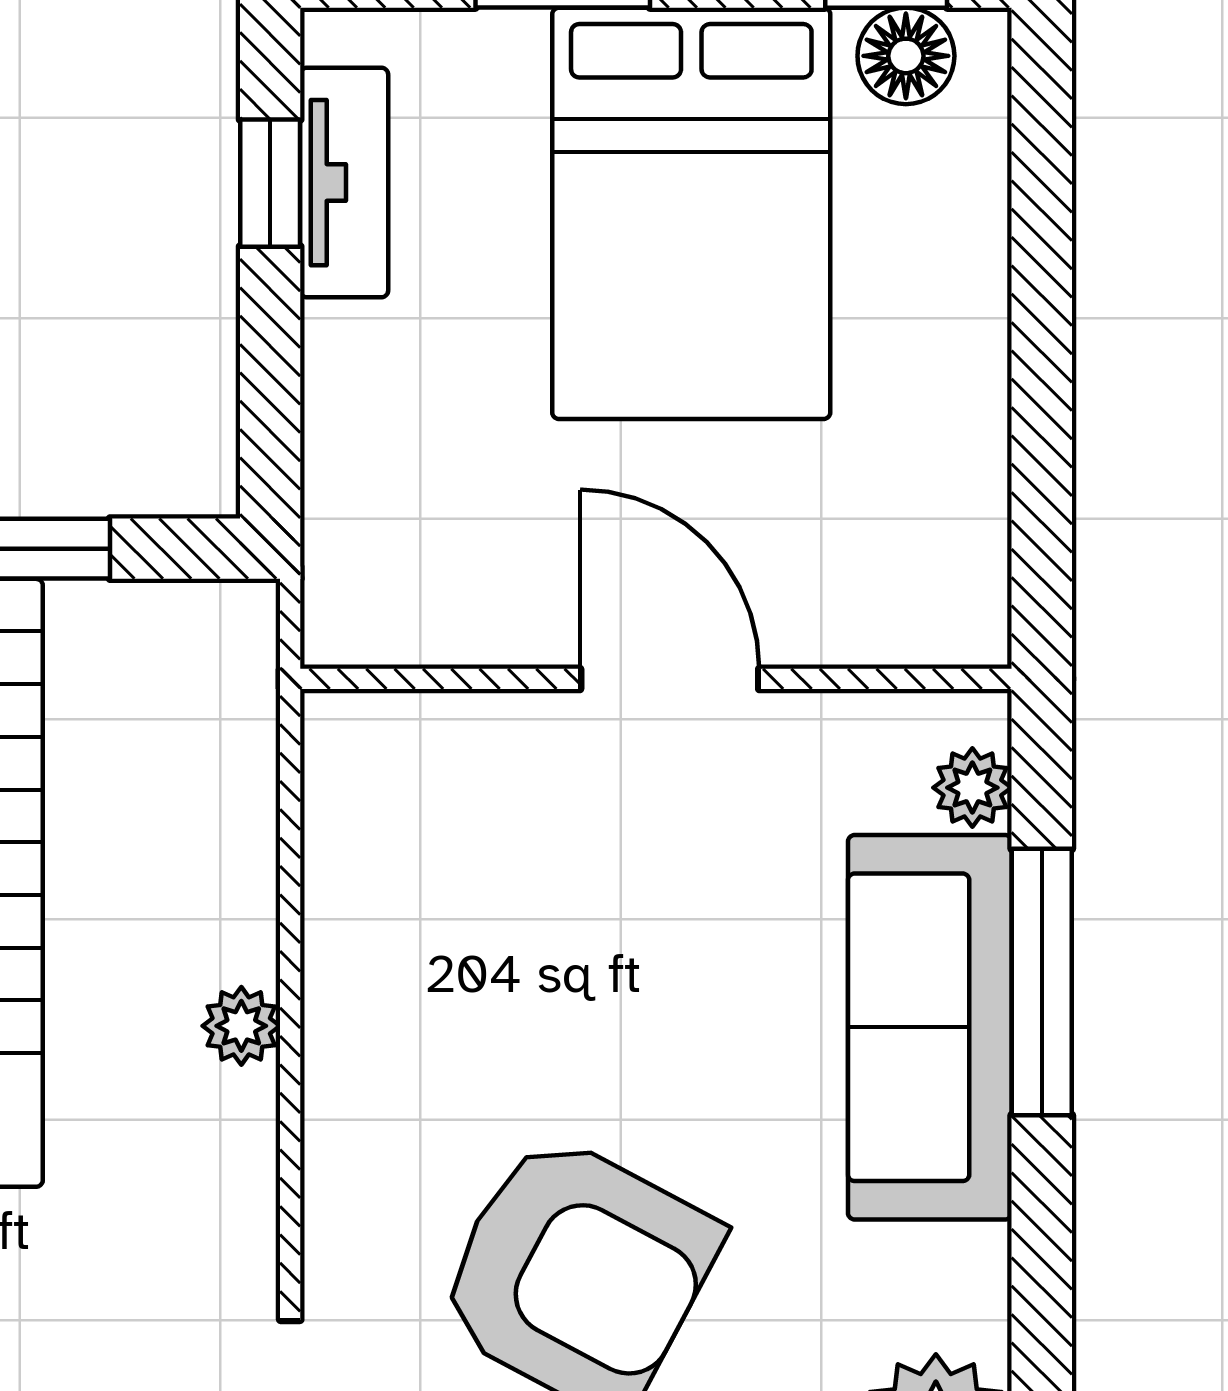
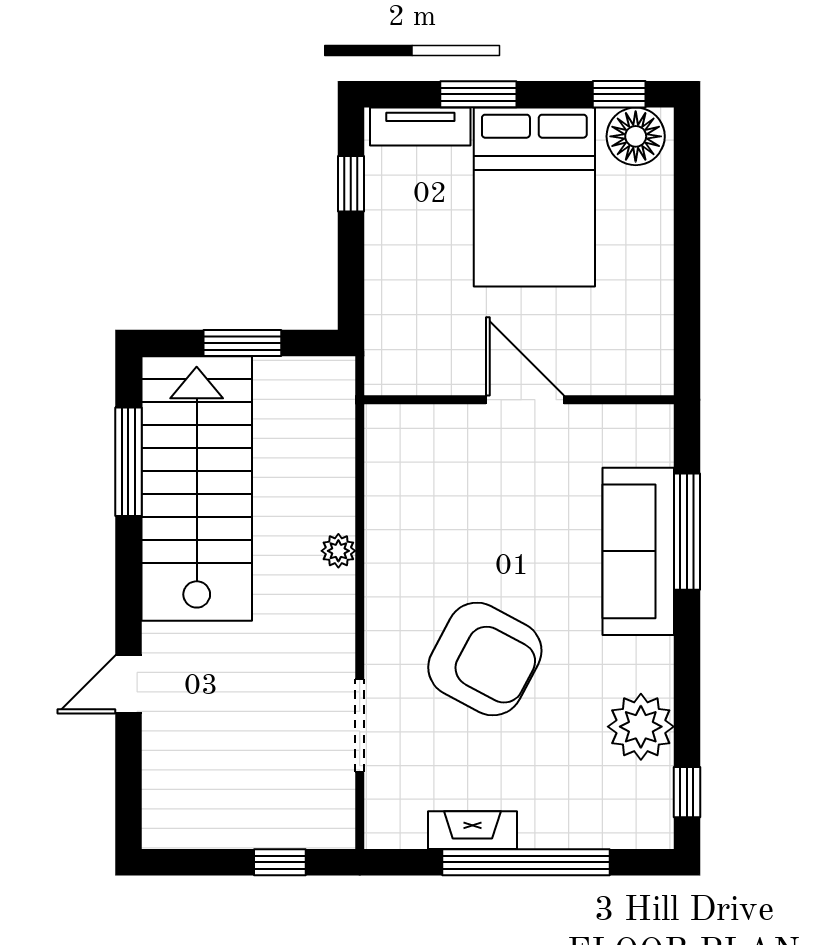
floor lamp: (906, 56) -> (636, 136), width x1.38, depth x1.38
tv unit: (344, 183) -> (420, 126), moved, turned 90
plant: (972, 788) -> (657, 447), removed

